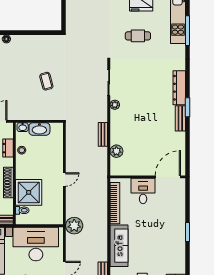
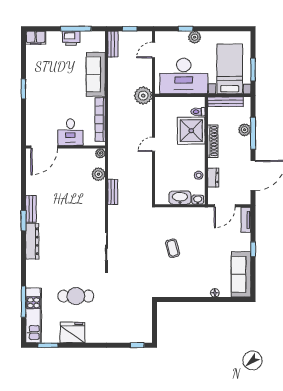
cafe table: (138, 36) -> (76, 296), width x1.37, depth x1.35
plant: (115, 105) -> (100, 153), moved

